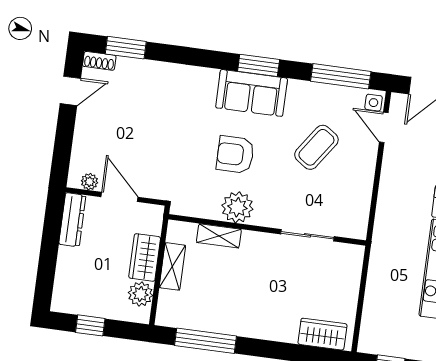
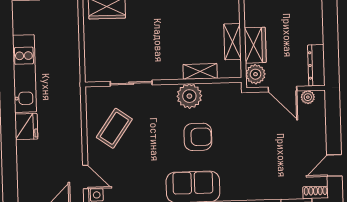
coffee table: (316, 147) -> (114, 128), moved
plant: (140, 294) -> (256, 74), moved

